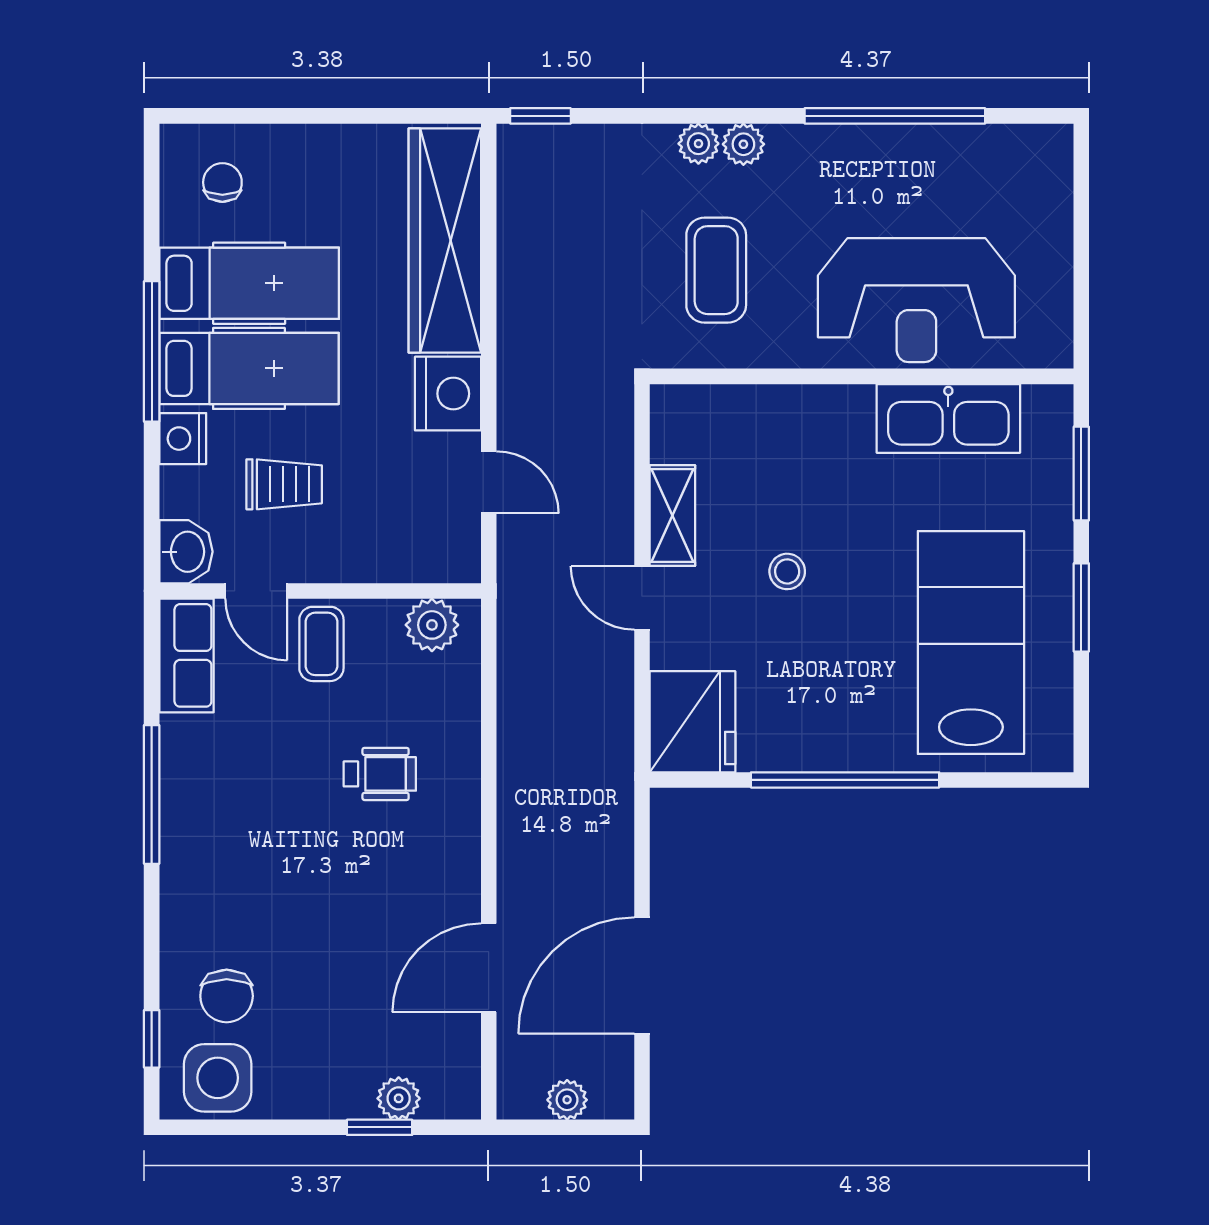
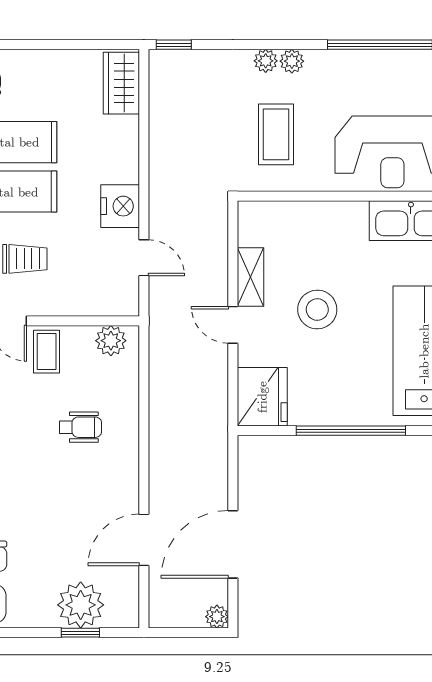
wardrobe: (445, 241) -> (121, 83), width x0.48, depth x0.85
stool: (787, 571) -> (317, 309), width x1.89, depth x1.89
plant: (399, 1098) -> (81, 605), width x1.87, depth x1.87
plant: (567, 1100) -> (217, 617), moved

